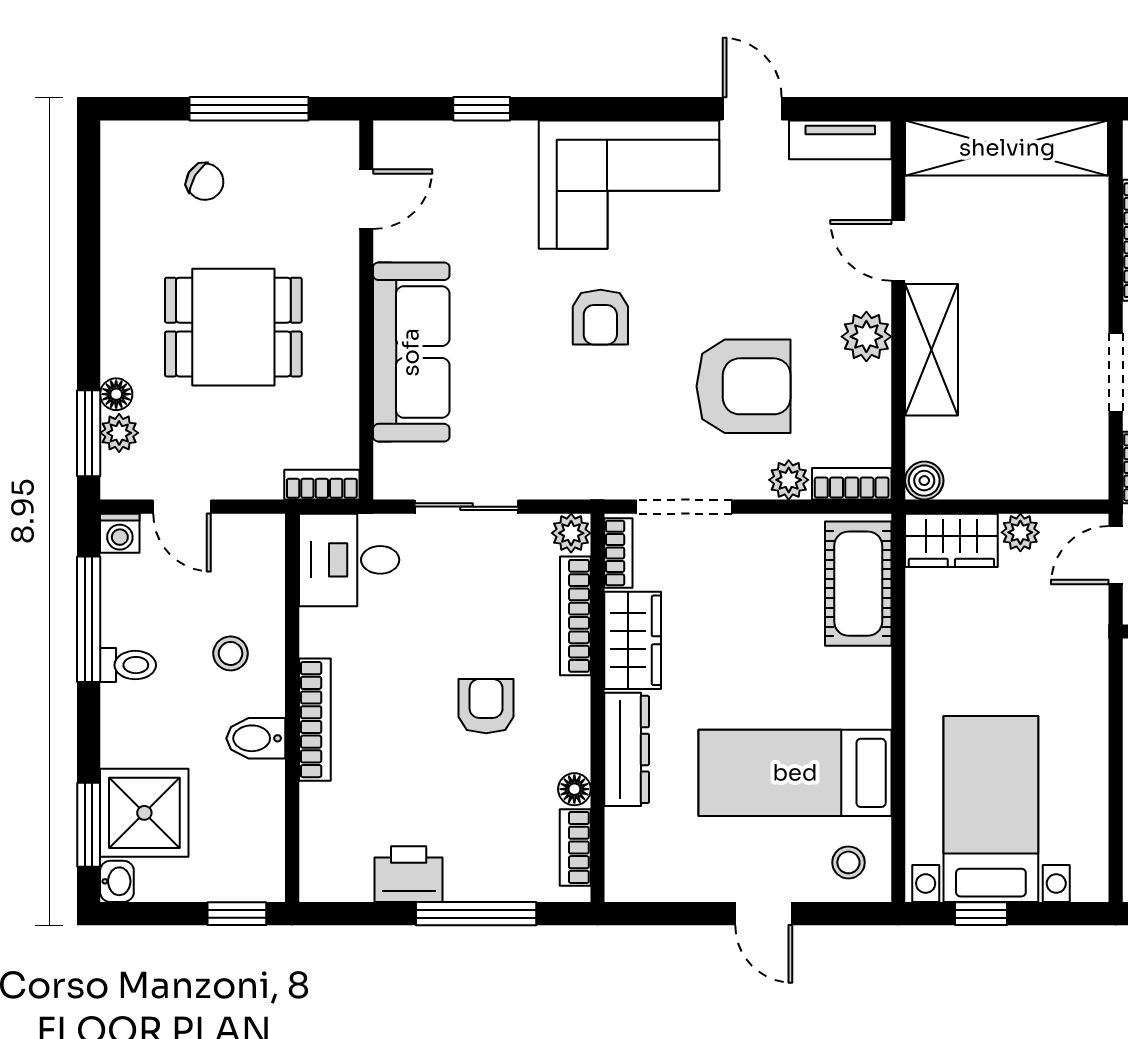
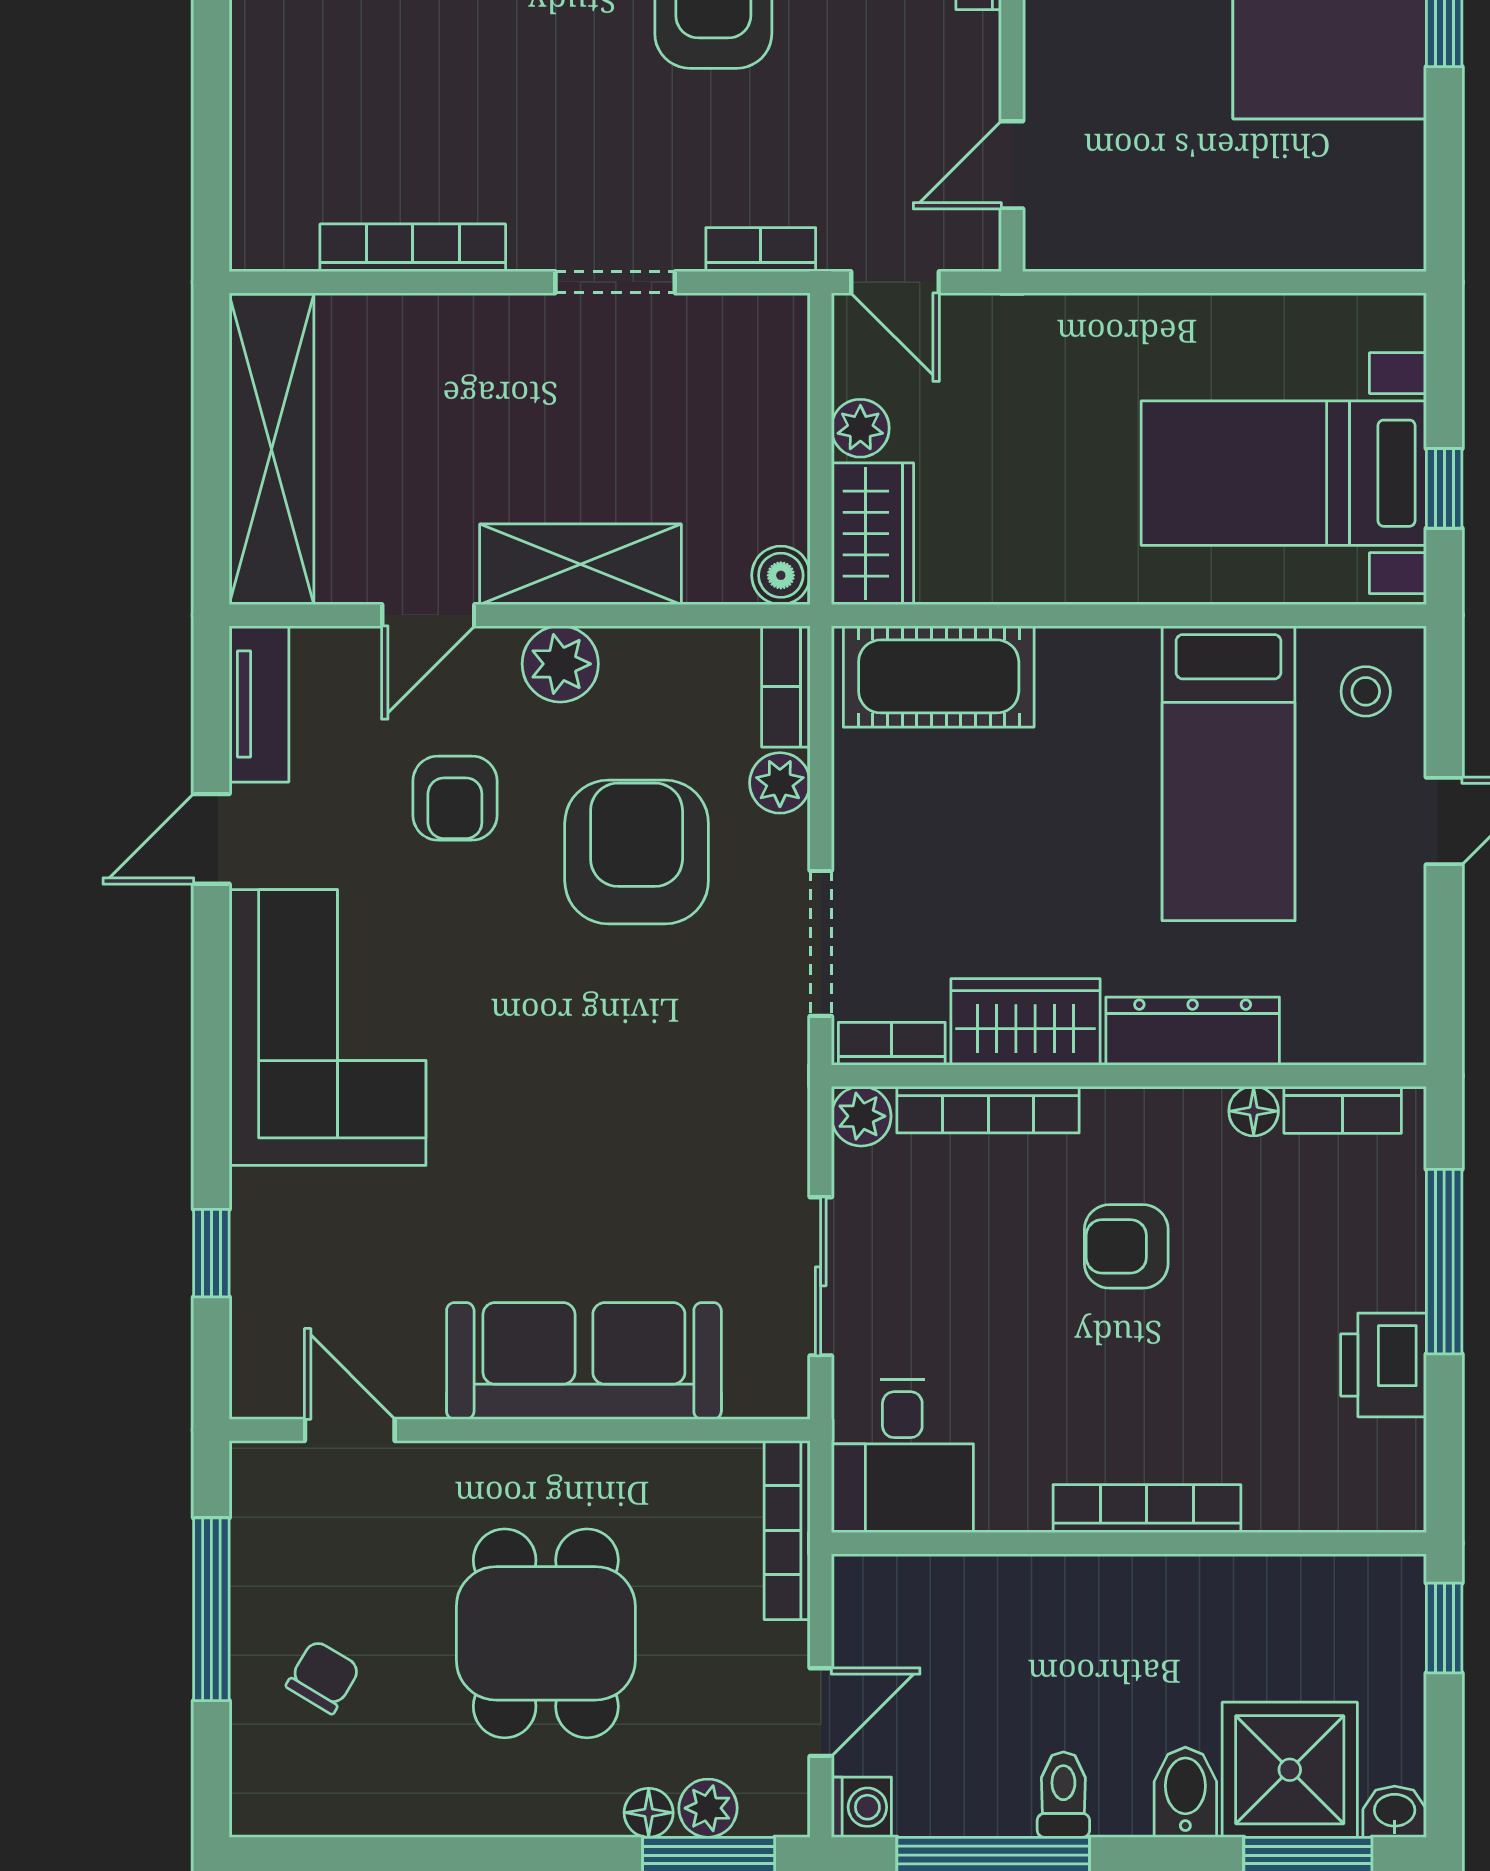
armchair: (600, 317) -> (455, 798), moved, turned 90
bookcase: (322, 485) -> (787, 1530), width x1.56
stool: (231, 653) -> (1046, 1638), removed
bidet: (256, 738) -> (1185, 1792), moved, turned 180

